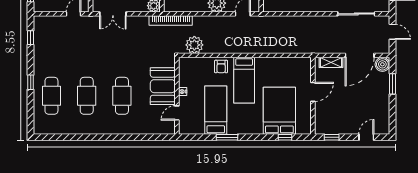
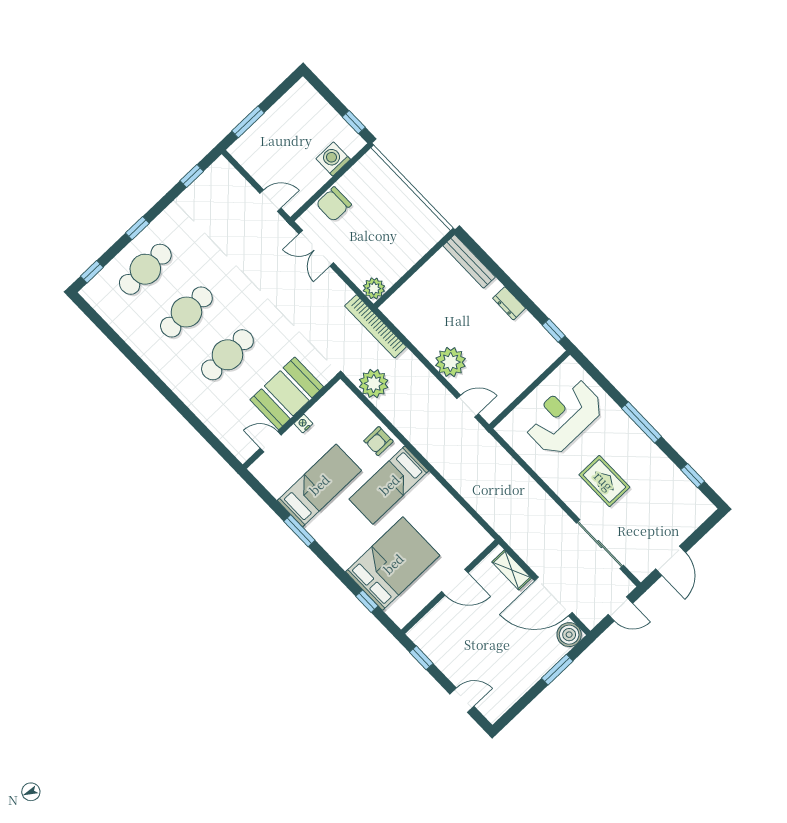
door: (392, 32) -> (620, 609), hinge flipped
window: (31, 120) -> (92, 272), added

